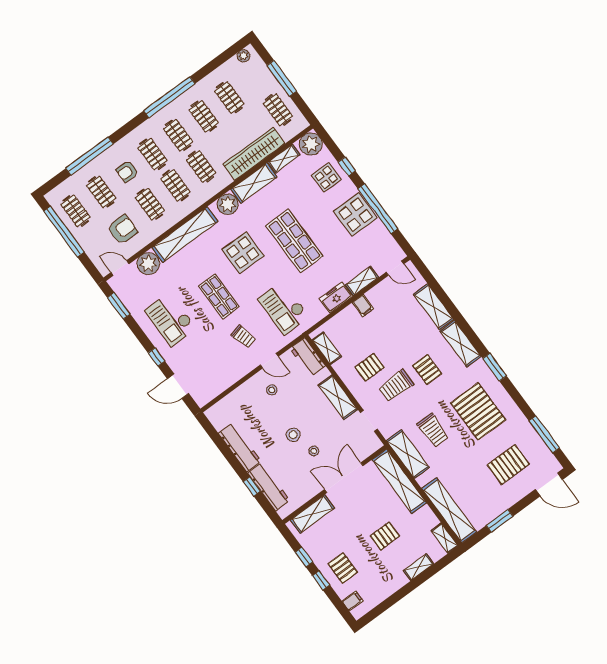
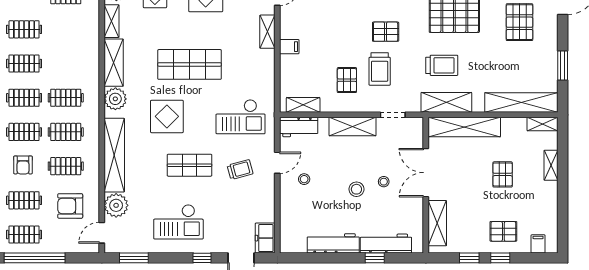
wardrobe: (254, 154) -> (89, 44), removed
armchair: (123, 230) -> (70, 206), turned -90
freezer: (336, 298) -> (265, 238), moved

